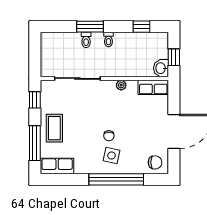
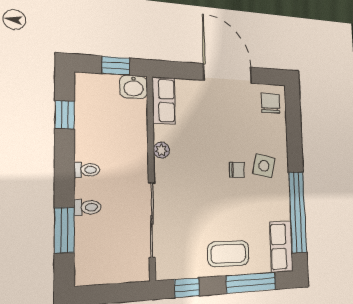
window: (90, 27) -> (64, 230), moved
window: (116, 179) -> (298, 212), moved

